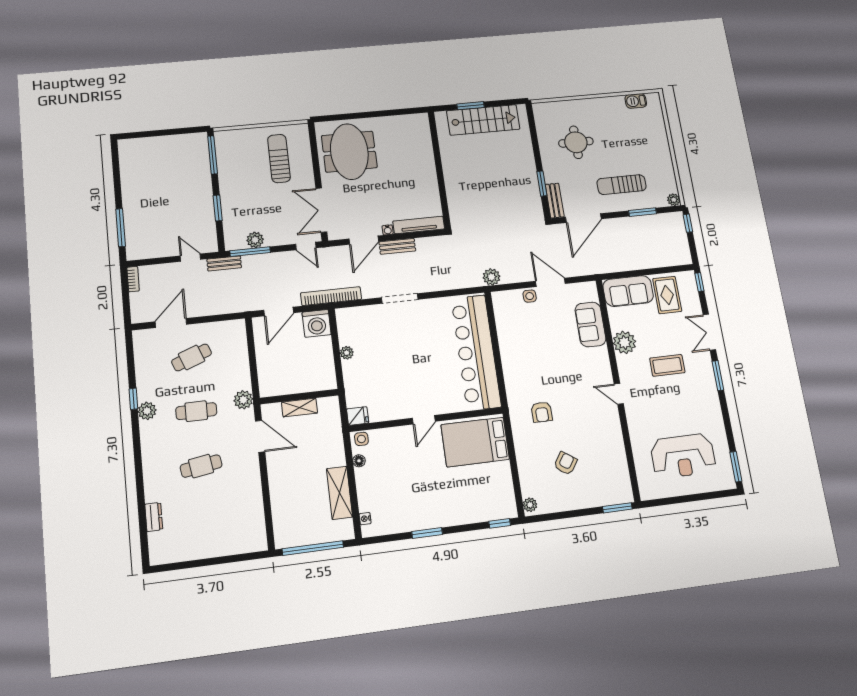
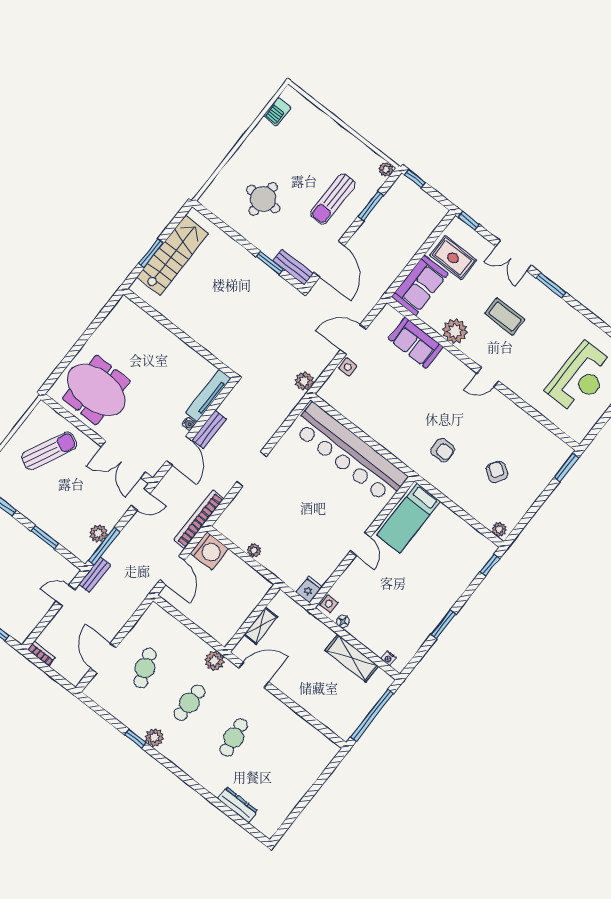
sun lounger: (279, 158) -> (49, 451), turned 116
coffee table: (667, 365) -> (505, 317), turned 90
bed: (475, 442) -> (409, 518), width x0.67
dresser: (154, 517) -> (238, 805), width x1.44

